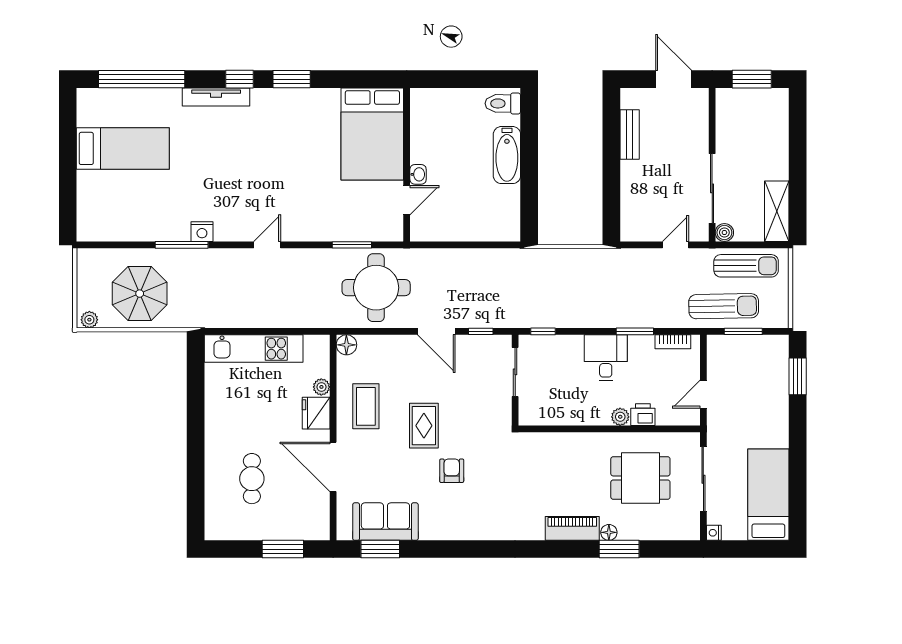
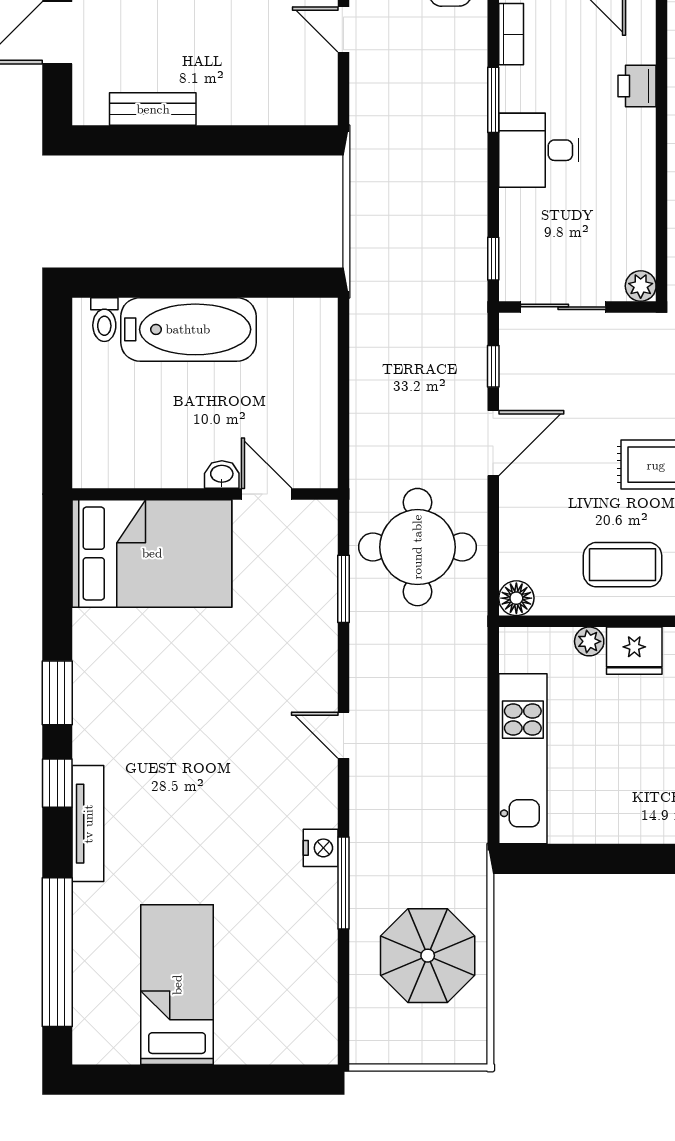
toilet: (503, 103) -> (104, 320), width x0.73, depth x0.72
bathtub: (507, 155) -> (188, 329), width x1.36, depth x1.36
plant: (89, 320) -> (473, 1042), removed
plant: (620, 417) -> (641, 286), moved

